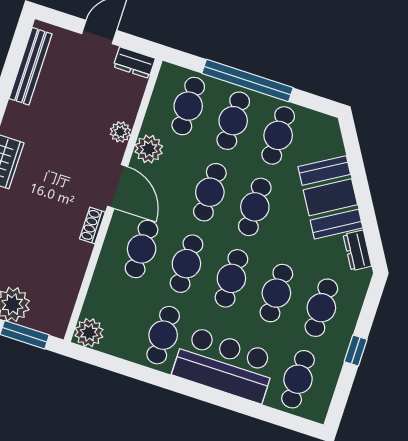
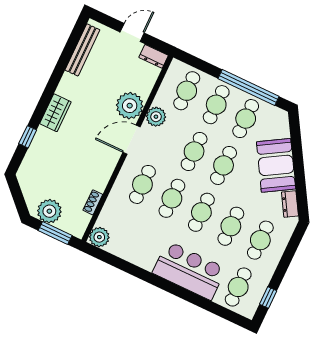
window: (248, 81) -> (249, 87), moved
plant: (120, 132) -> (130, 106), width x1.88, depth x1.88
door: (118, 186) -> (131, 140), swing flipped
shoe rack: (92, 225) -> (93, 202), moved
cafe table: (163, 335) -> (150, 245), removed
window: (356, 350) -> (268, 298), moved

